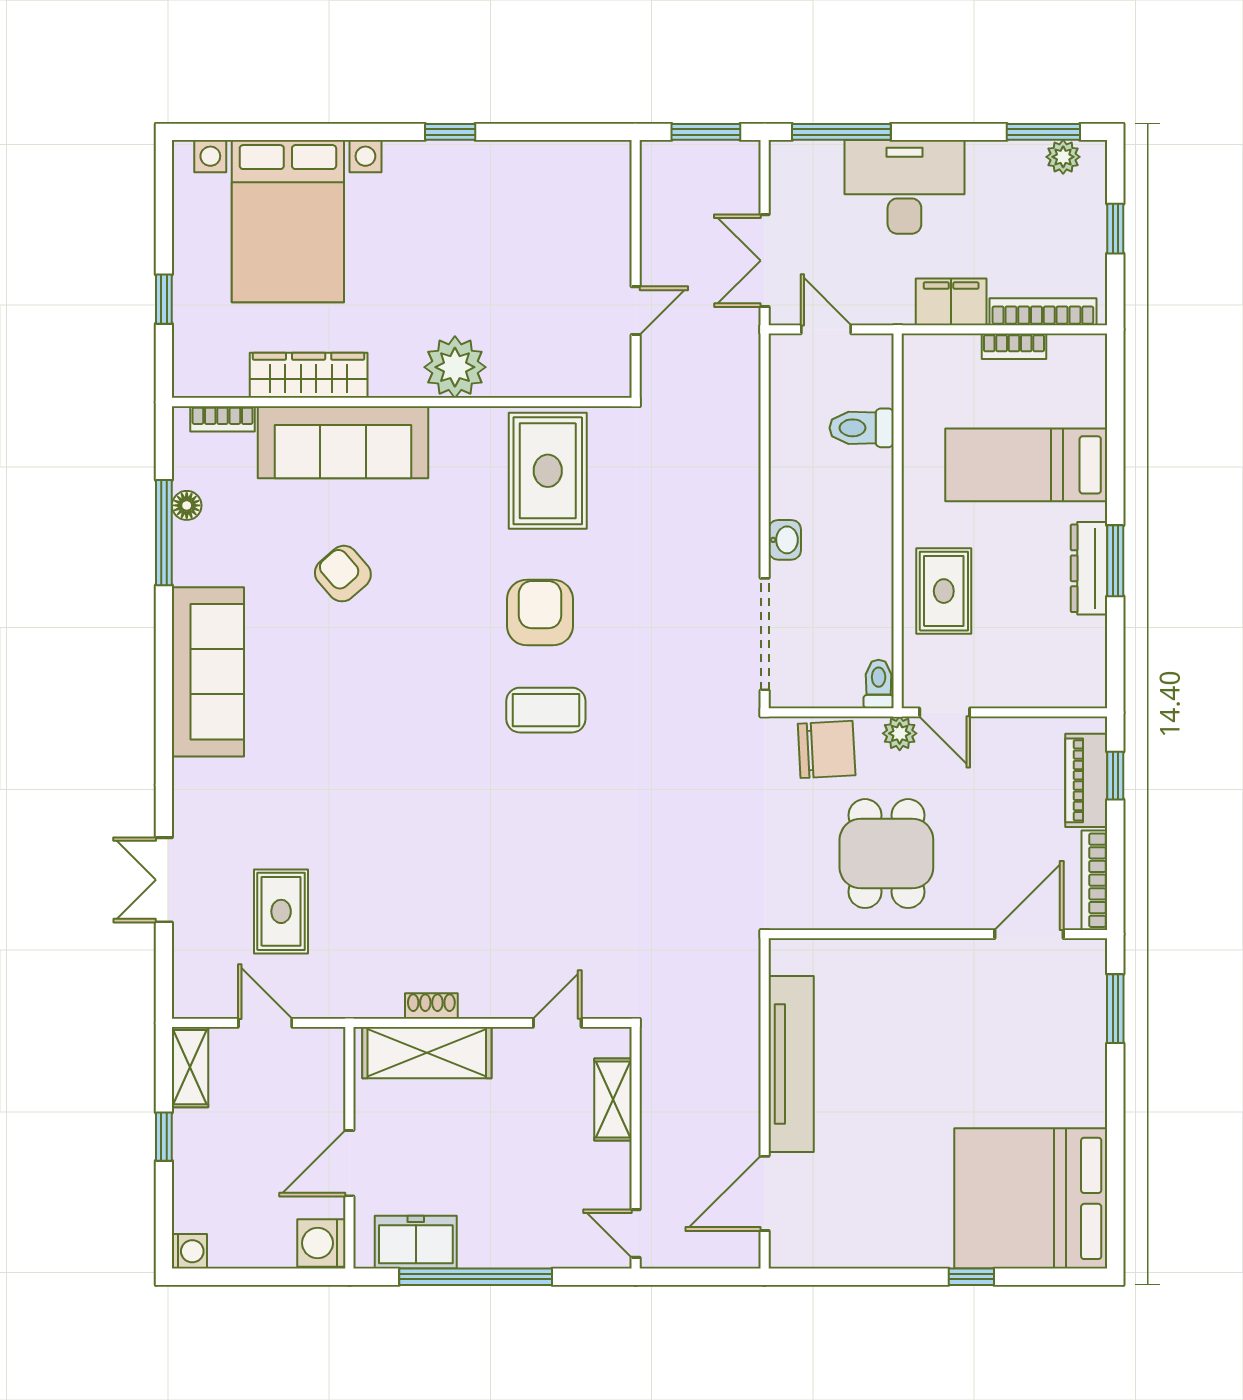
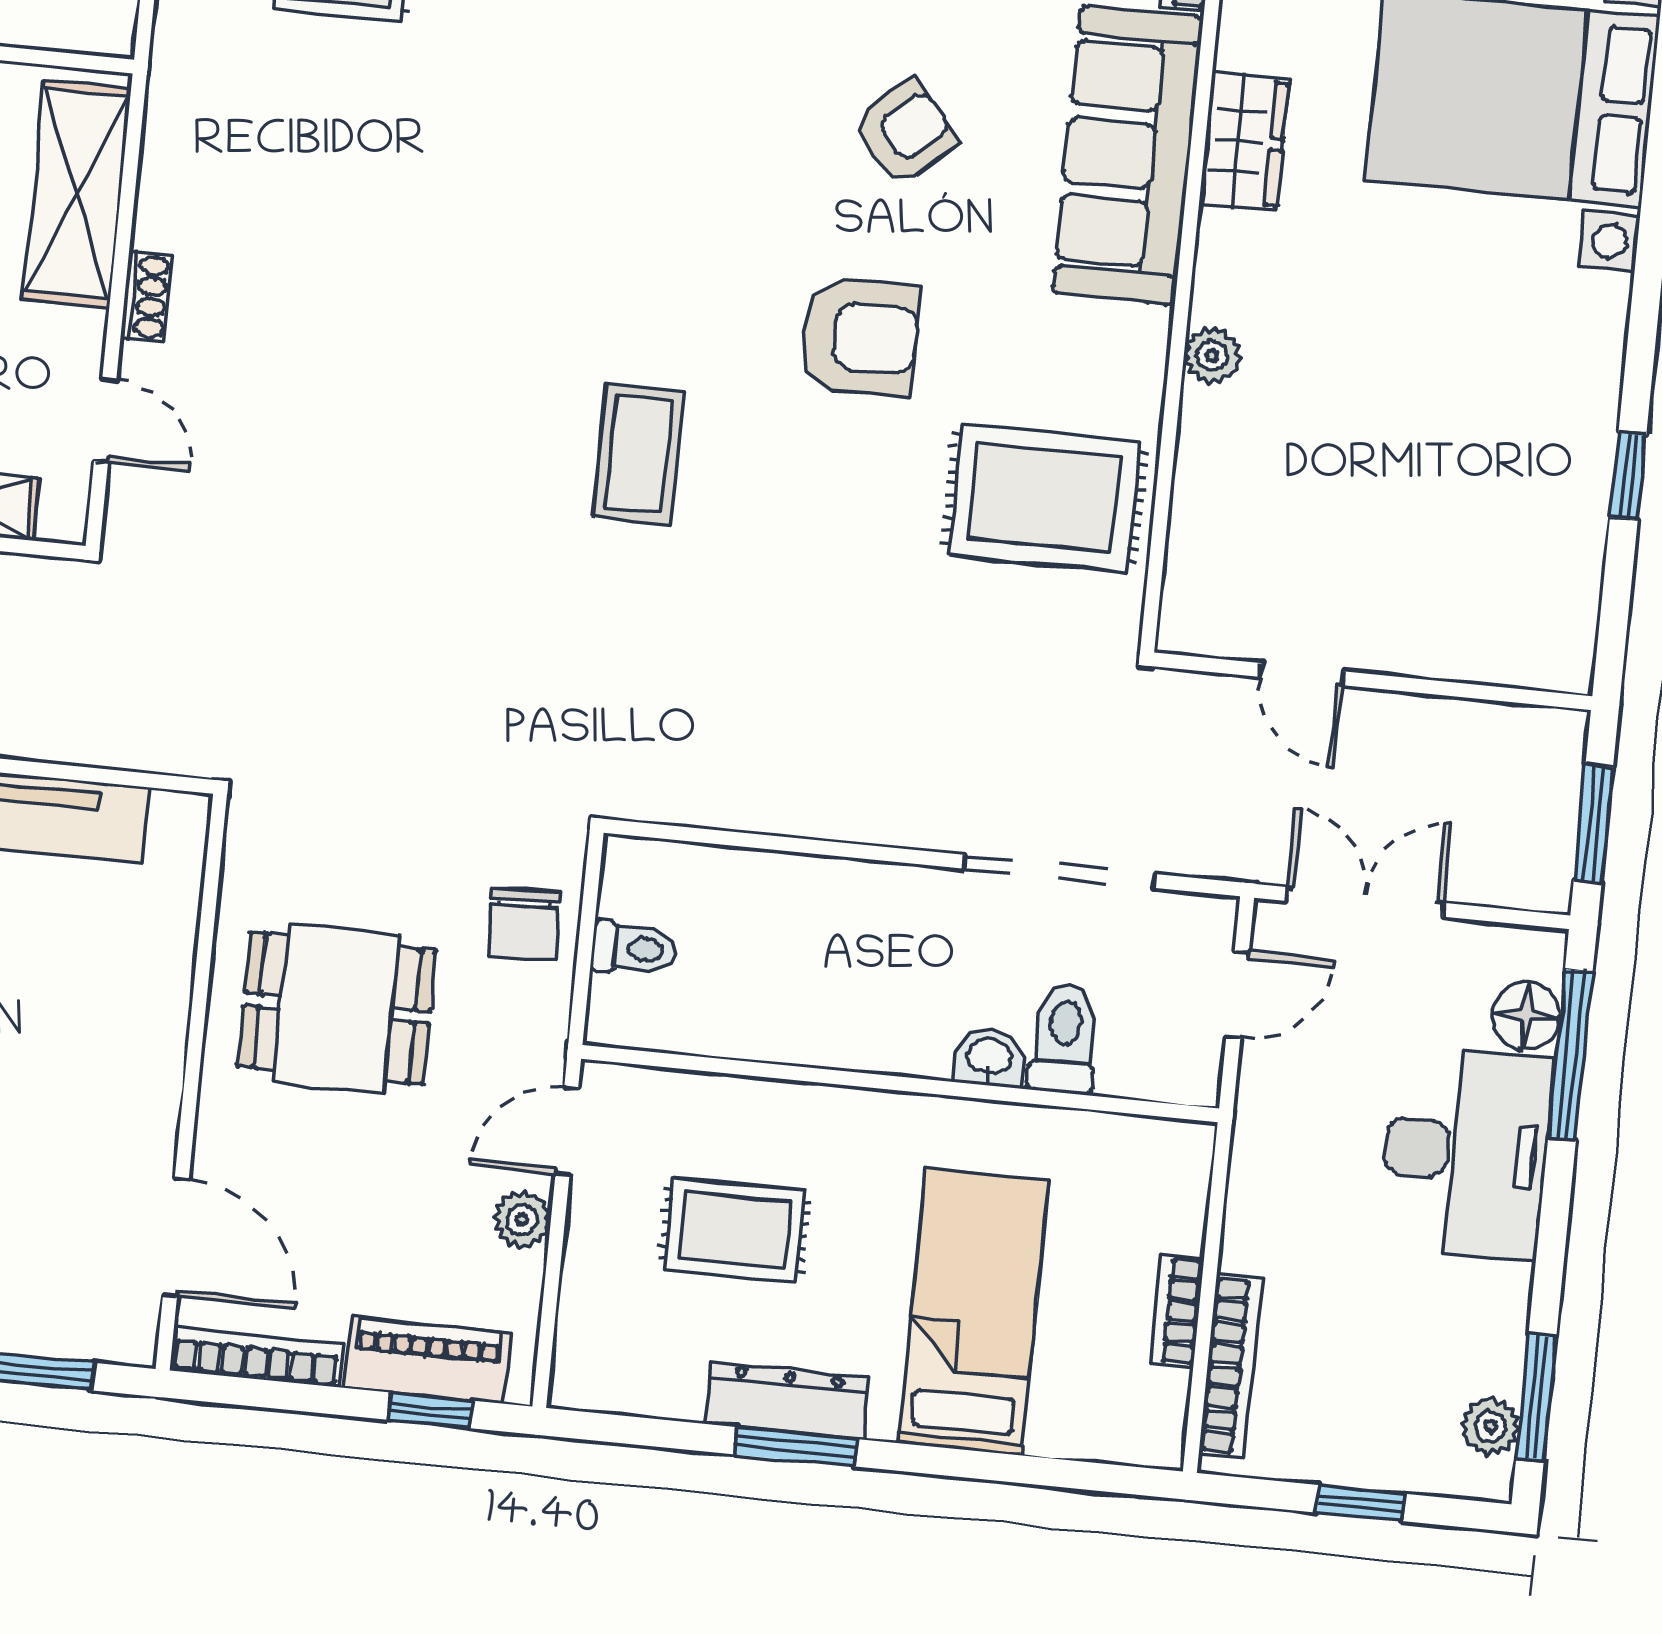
window: (450, 132) -> (1628, 476), moved
floor lamp: (821, 160) -> (1526, 1016), added
filing cabinet: (951, 302) -> (1263, 1212), removed
plant: (455, 367) -> (1212, 355), width x0.53, depth x0.53
wardrobe: (309, 375) -> (1244, 141), width x0.67
washbasin: (785, 540) -> (989, 1058), moved, turned 180
rug: (944, 591) -> (735, 1230), moved
armchair: (540, 613) -> (860, 337), moved
doorway: (765, 634) -> (1060, 871), moved
toilet: (879, 684) -> (634, 949), moved
plant: (900, 733) -> (522, 1220), moved
chair: (827, 749) -> (524, 924), width x0.73, depth x0.73
shoe rack: (431, 1006) -> (146, 296), moved

